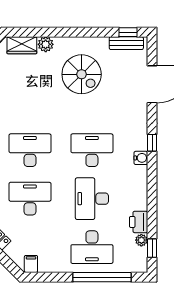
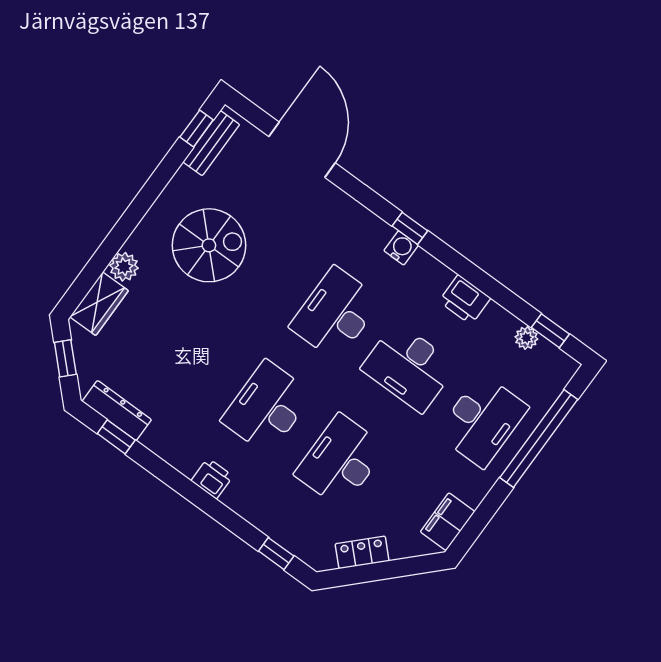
window: (152, 143) -> (410, 228), moved
printer: (139, 222) -> (465, 300), moved
filing cabinet: (31, 264) -> (448, 522), width x2.00

